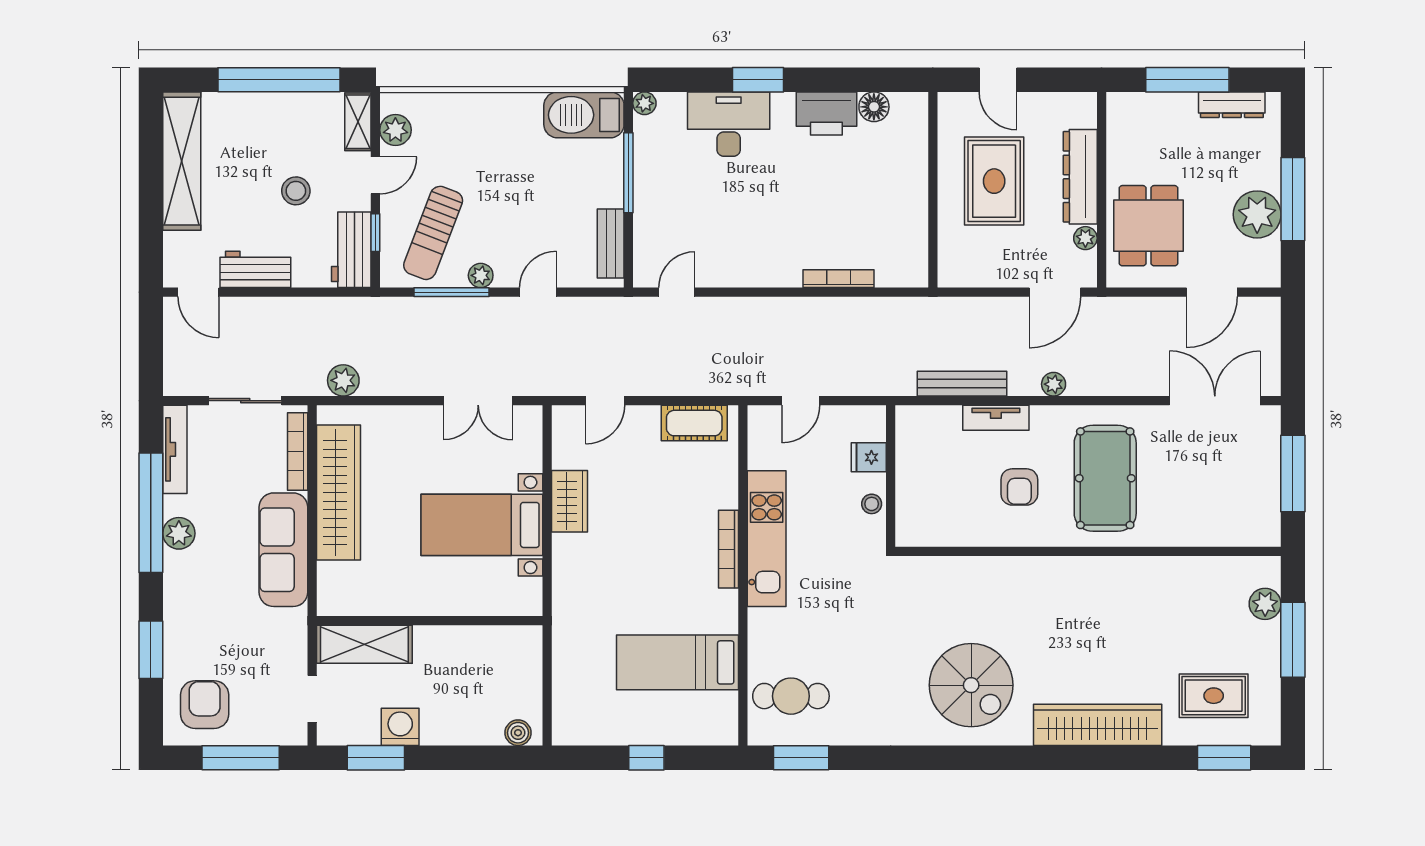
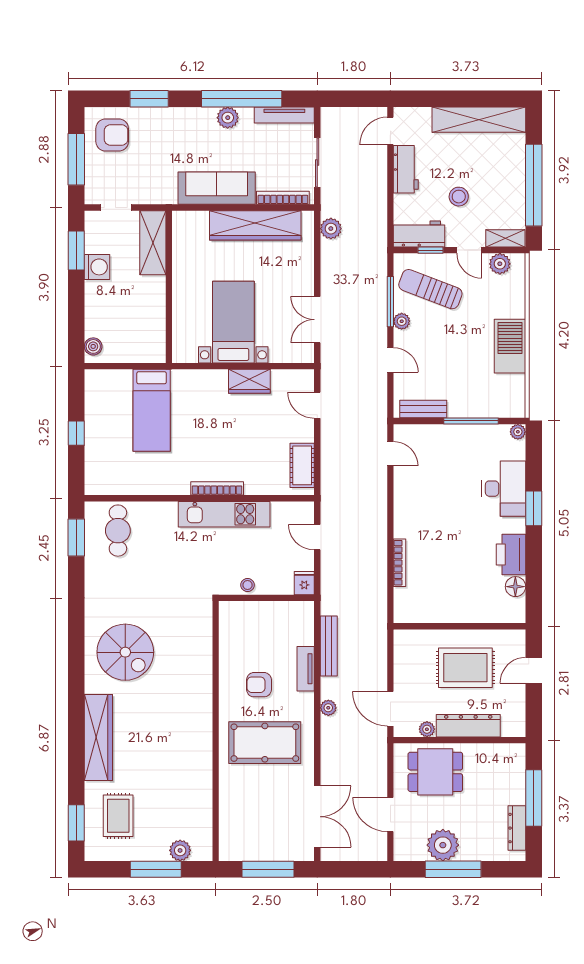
barbecue: (584, 115) -> (510, 346), moved
fridge: (869, 457) -> (304, 583), moved
bed: (677, 662) -> (152, 410), moved, turned 180
spiral stairs: (971, 685) -> (125, 652), turned -90

